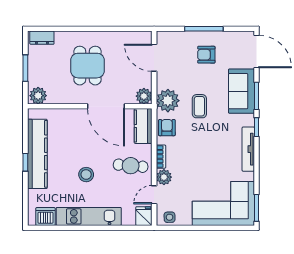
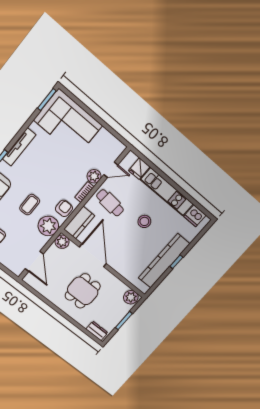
armchair: (167, 128) -> (64, 208), turned 180
fridge: (144, 216) -> (139, 169), moved
side table: (170, 217) -> (113, 145), removed

